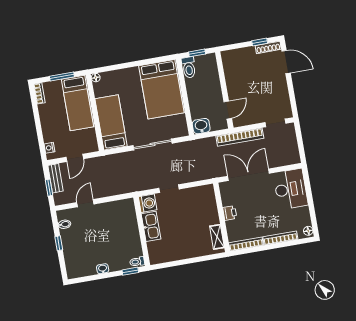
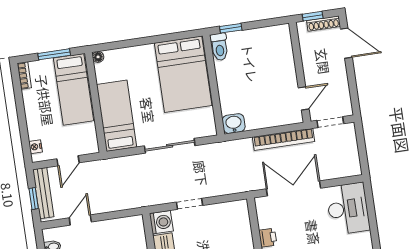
wall: (224, 90) -> (300, 72), moved
door: (228, 110) -> (304, 98), moved
bench: (55, 178) -> (43, 193), width x1.36

